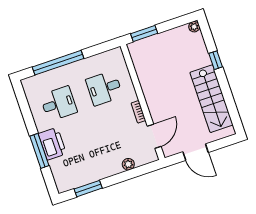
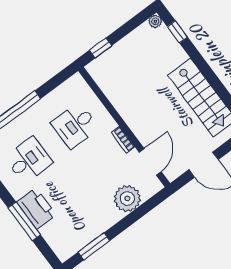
window: (144, 34) -> (100, 48), width x0.67
window: (216, 60) -> (177, 32), moved
plant: (128, 164) -> (127, 198), width x1.87, depth x1.87

